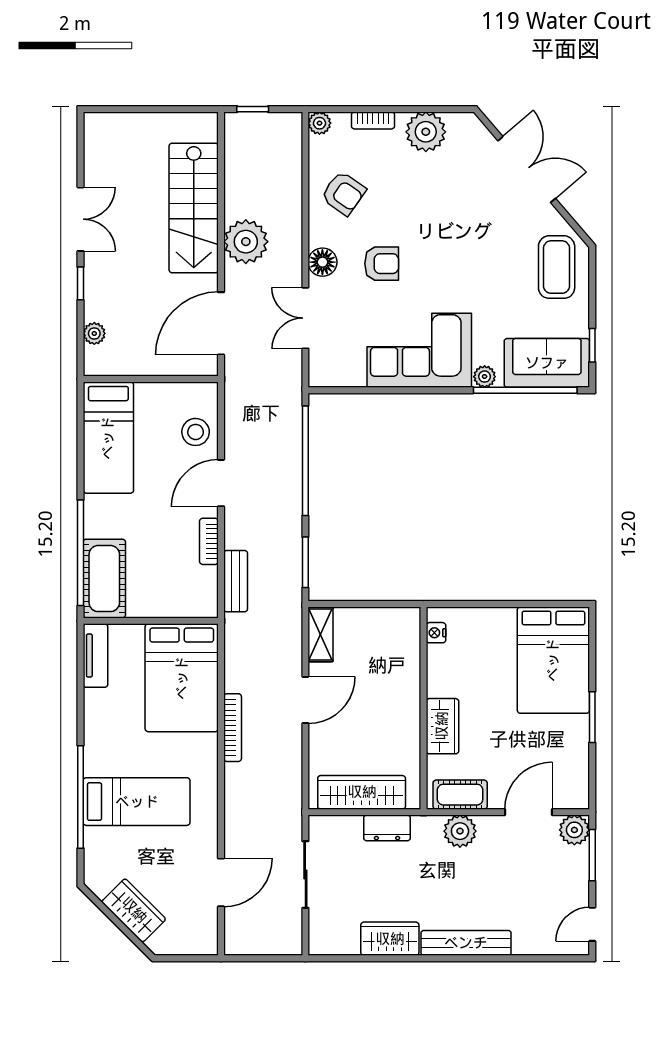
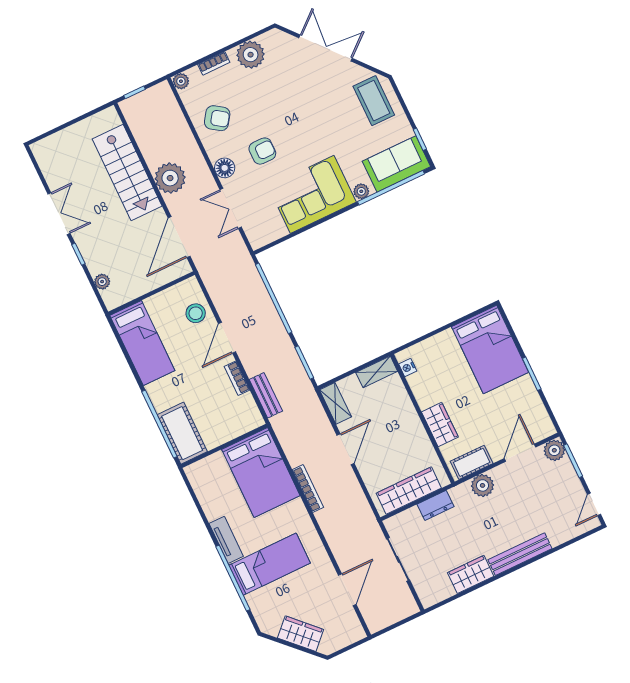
shelving: (393, 619) -> (377, 372), added
tv unit: (95, 656) -> (226, 540), moved

